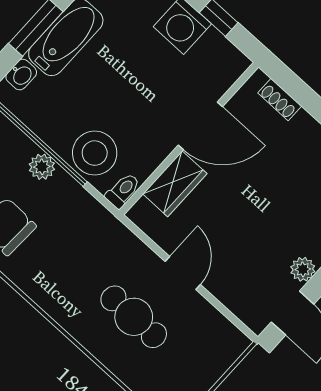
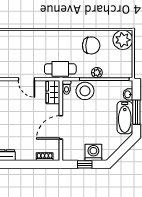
wardrobe: (175, 184) -> (53, 92), moved
cafe table: (134, 317) -> (60, 69), moved

